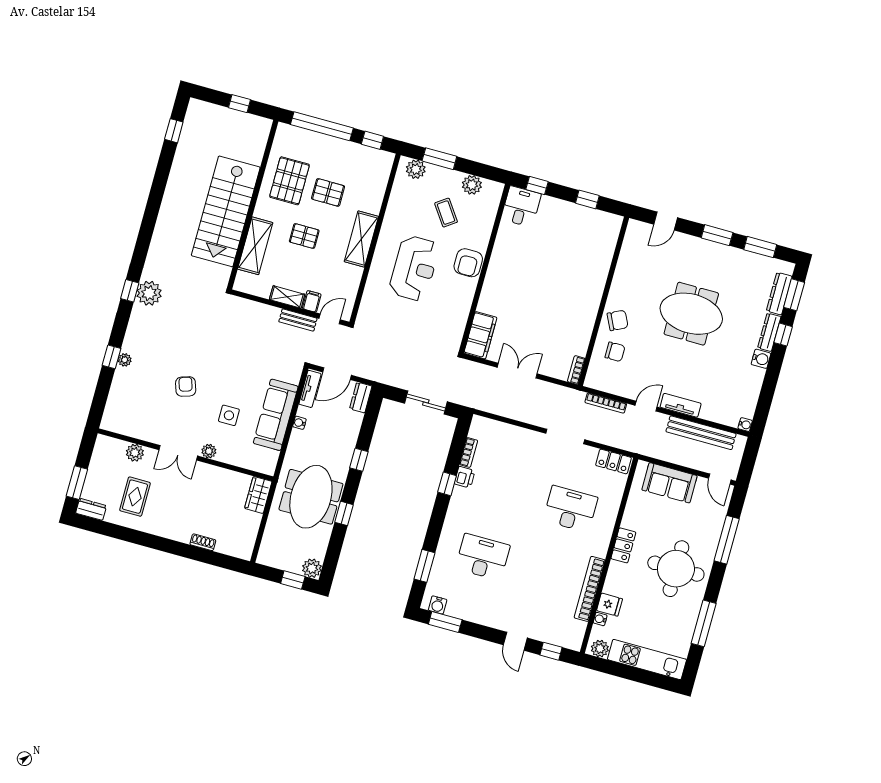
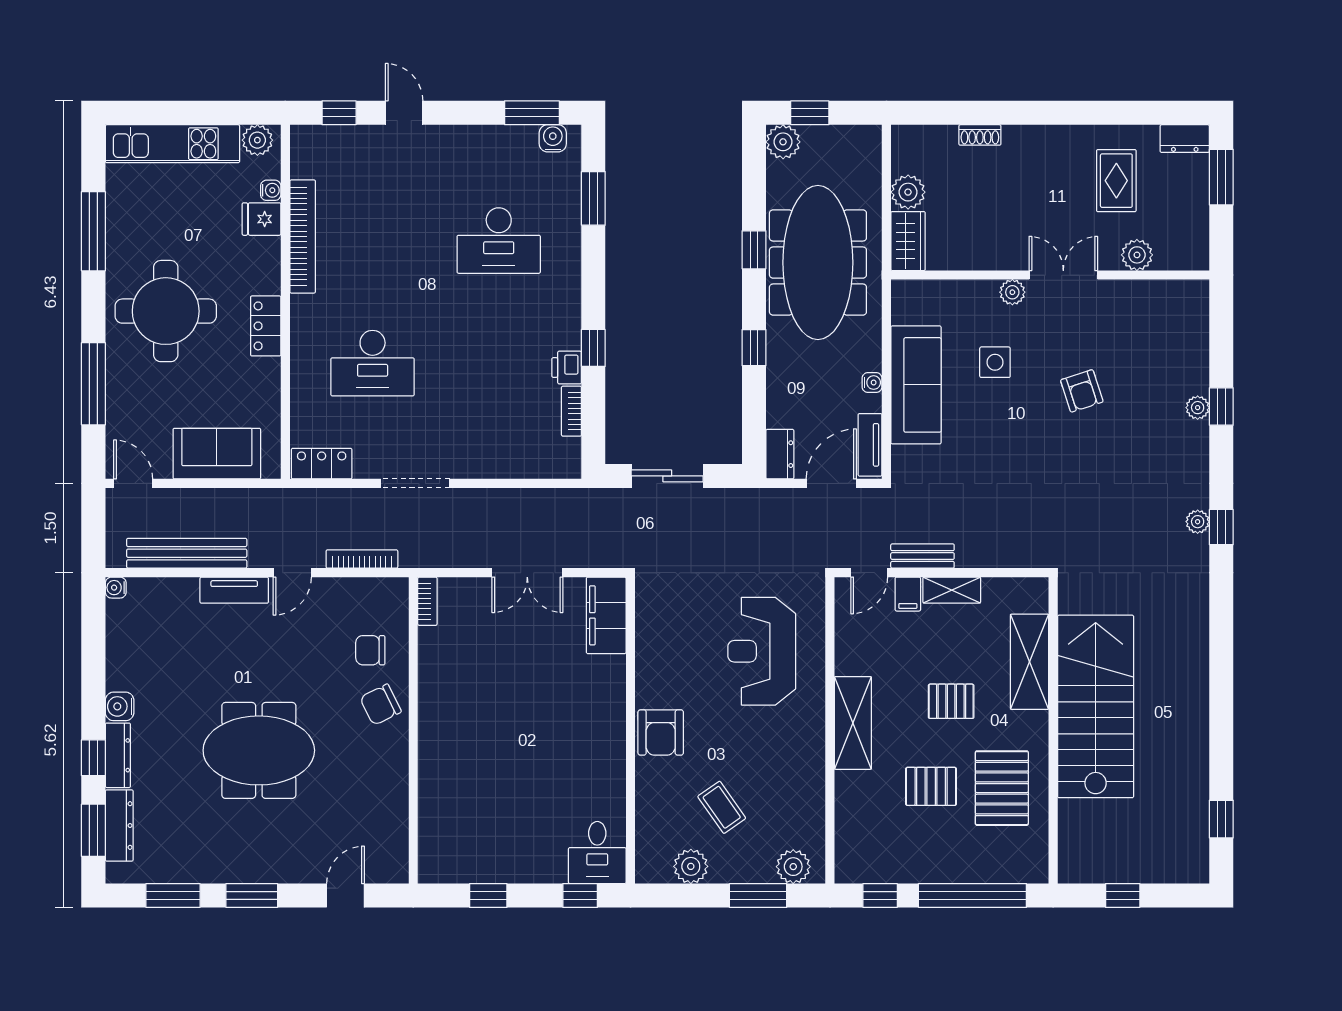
armchair: (468, 263) -> (661, 733), turned 180
reception desk: (414, 268) -> (762, 651), moved
plant: (149, 293) -> (1198, 522), width x0.53, depth x0.53
meeting table: (311, 497) -> (818, 263), width x1.36
plant: (251, 522) -> (908, 192), added

